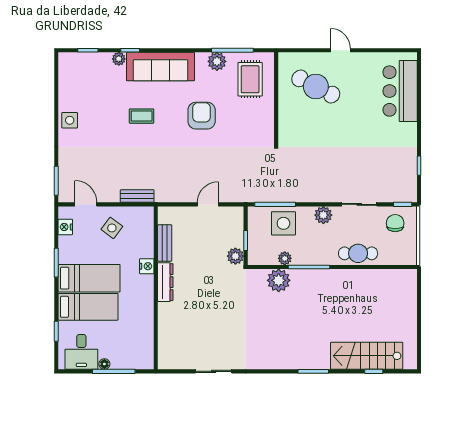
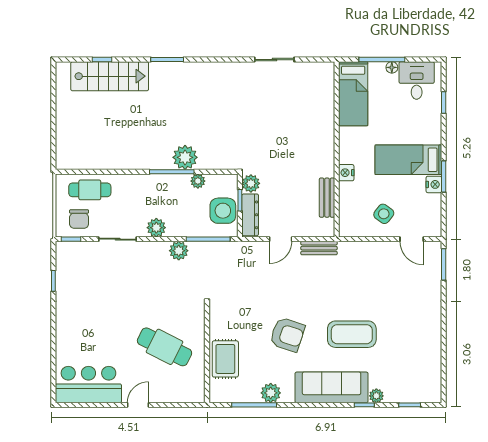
door: (340, 50) -> (138, 405), swing flipped
rug: (250, 79) -> (225, 359), moved
cafe table: (316, 86) -> (165, 347), moved
bar counter: (400, 91) -> (88, 385), moved, turned -90
coffee table: (142, 116) -> (352, 334), width x1.86, depth x1.72
armchair: (202, 116) -> (287, 335), turned -72
side table: (70, 120) -> (429, 330), removed
plant: (302, 194) -> (179, 251), added
bench: (137, 196) -> (319, 248), moved
side table: (283, 223) -> (223, 211), moved
nightstand: (65, 227) -> (434, 184), moved
cafe table: (358, 253) -> (90, 190), moved
plant: (279, 280) -> (185, 157), moved
dresser: (165, 282) -> (250, 215), moved, turned 180
bed: (88, 307) -> (353, 94), moved, turned -90

